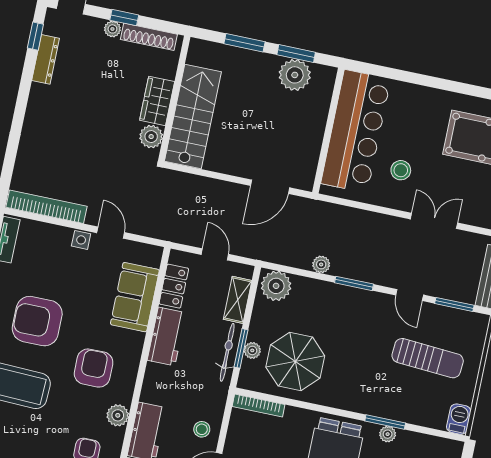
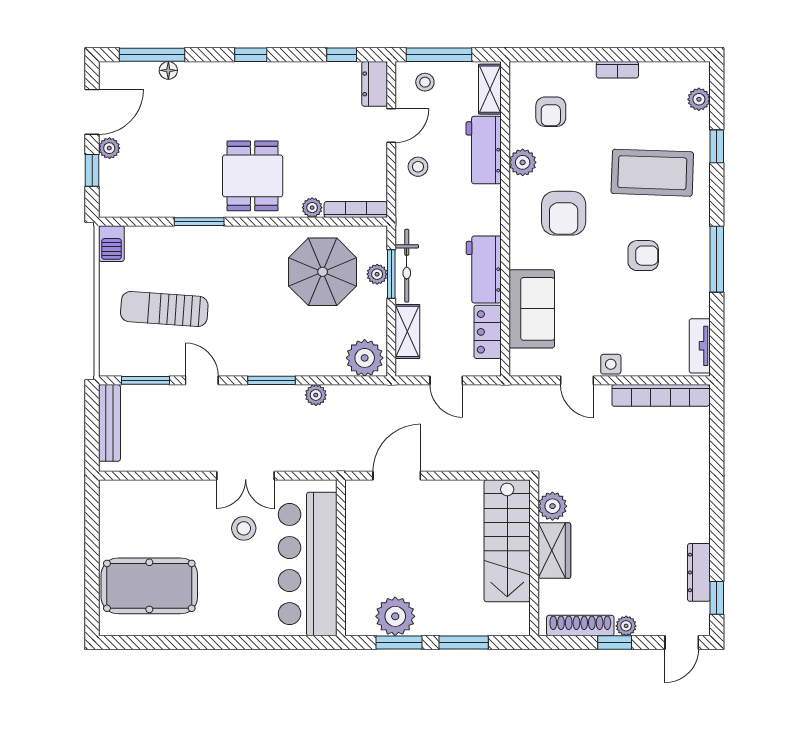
double door: (434, 221) -> (246, 476), moved
armchair: (37, 321) -> (643, 256), width x0.53, depth x0.53
plant: (388, 434) -> (312, 208), moved

